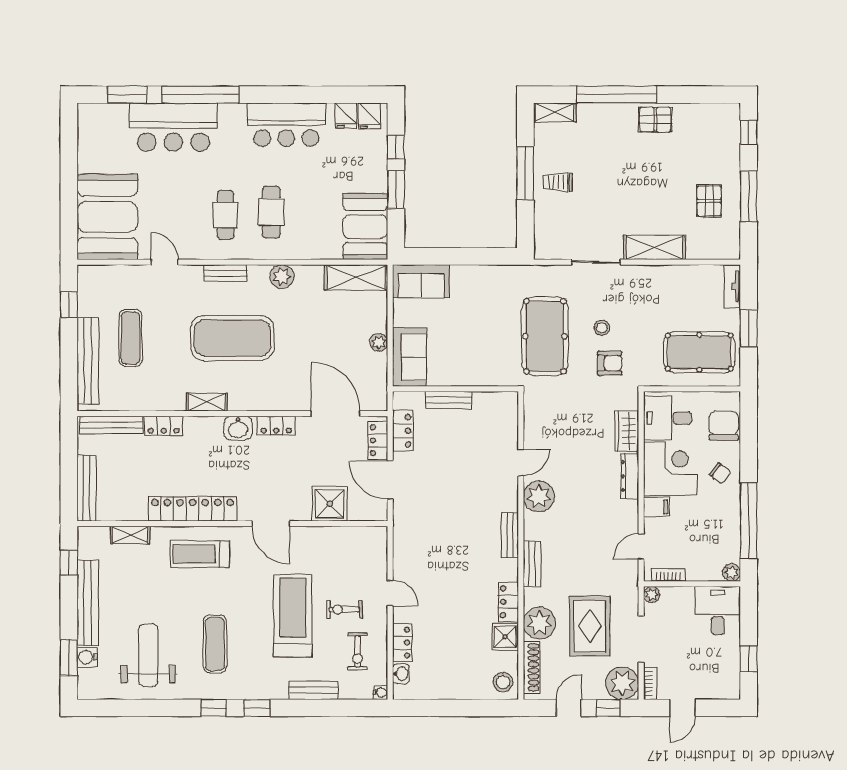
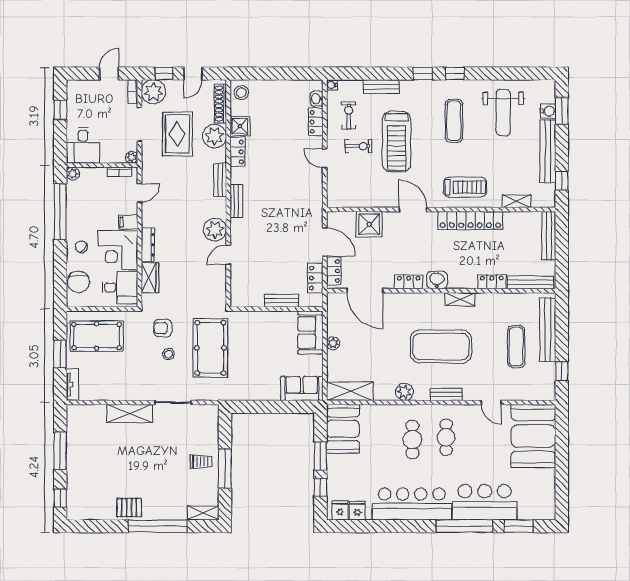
bar counter: (286, 125) -> (412, 504), width x1.36
pallet: (709, 201) -> (89, 448), removed

